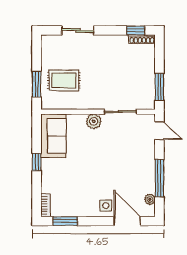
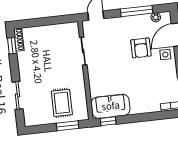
window: (159, 87) -> (58, 20), removed
plant: (94, 121) -> (94, 73), removed
window: (37, 162) -> (108, 121), moved
armchair: (117, 178) -> (141, 48), added

